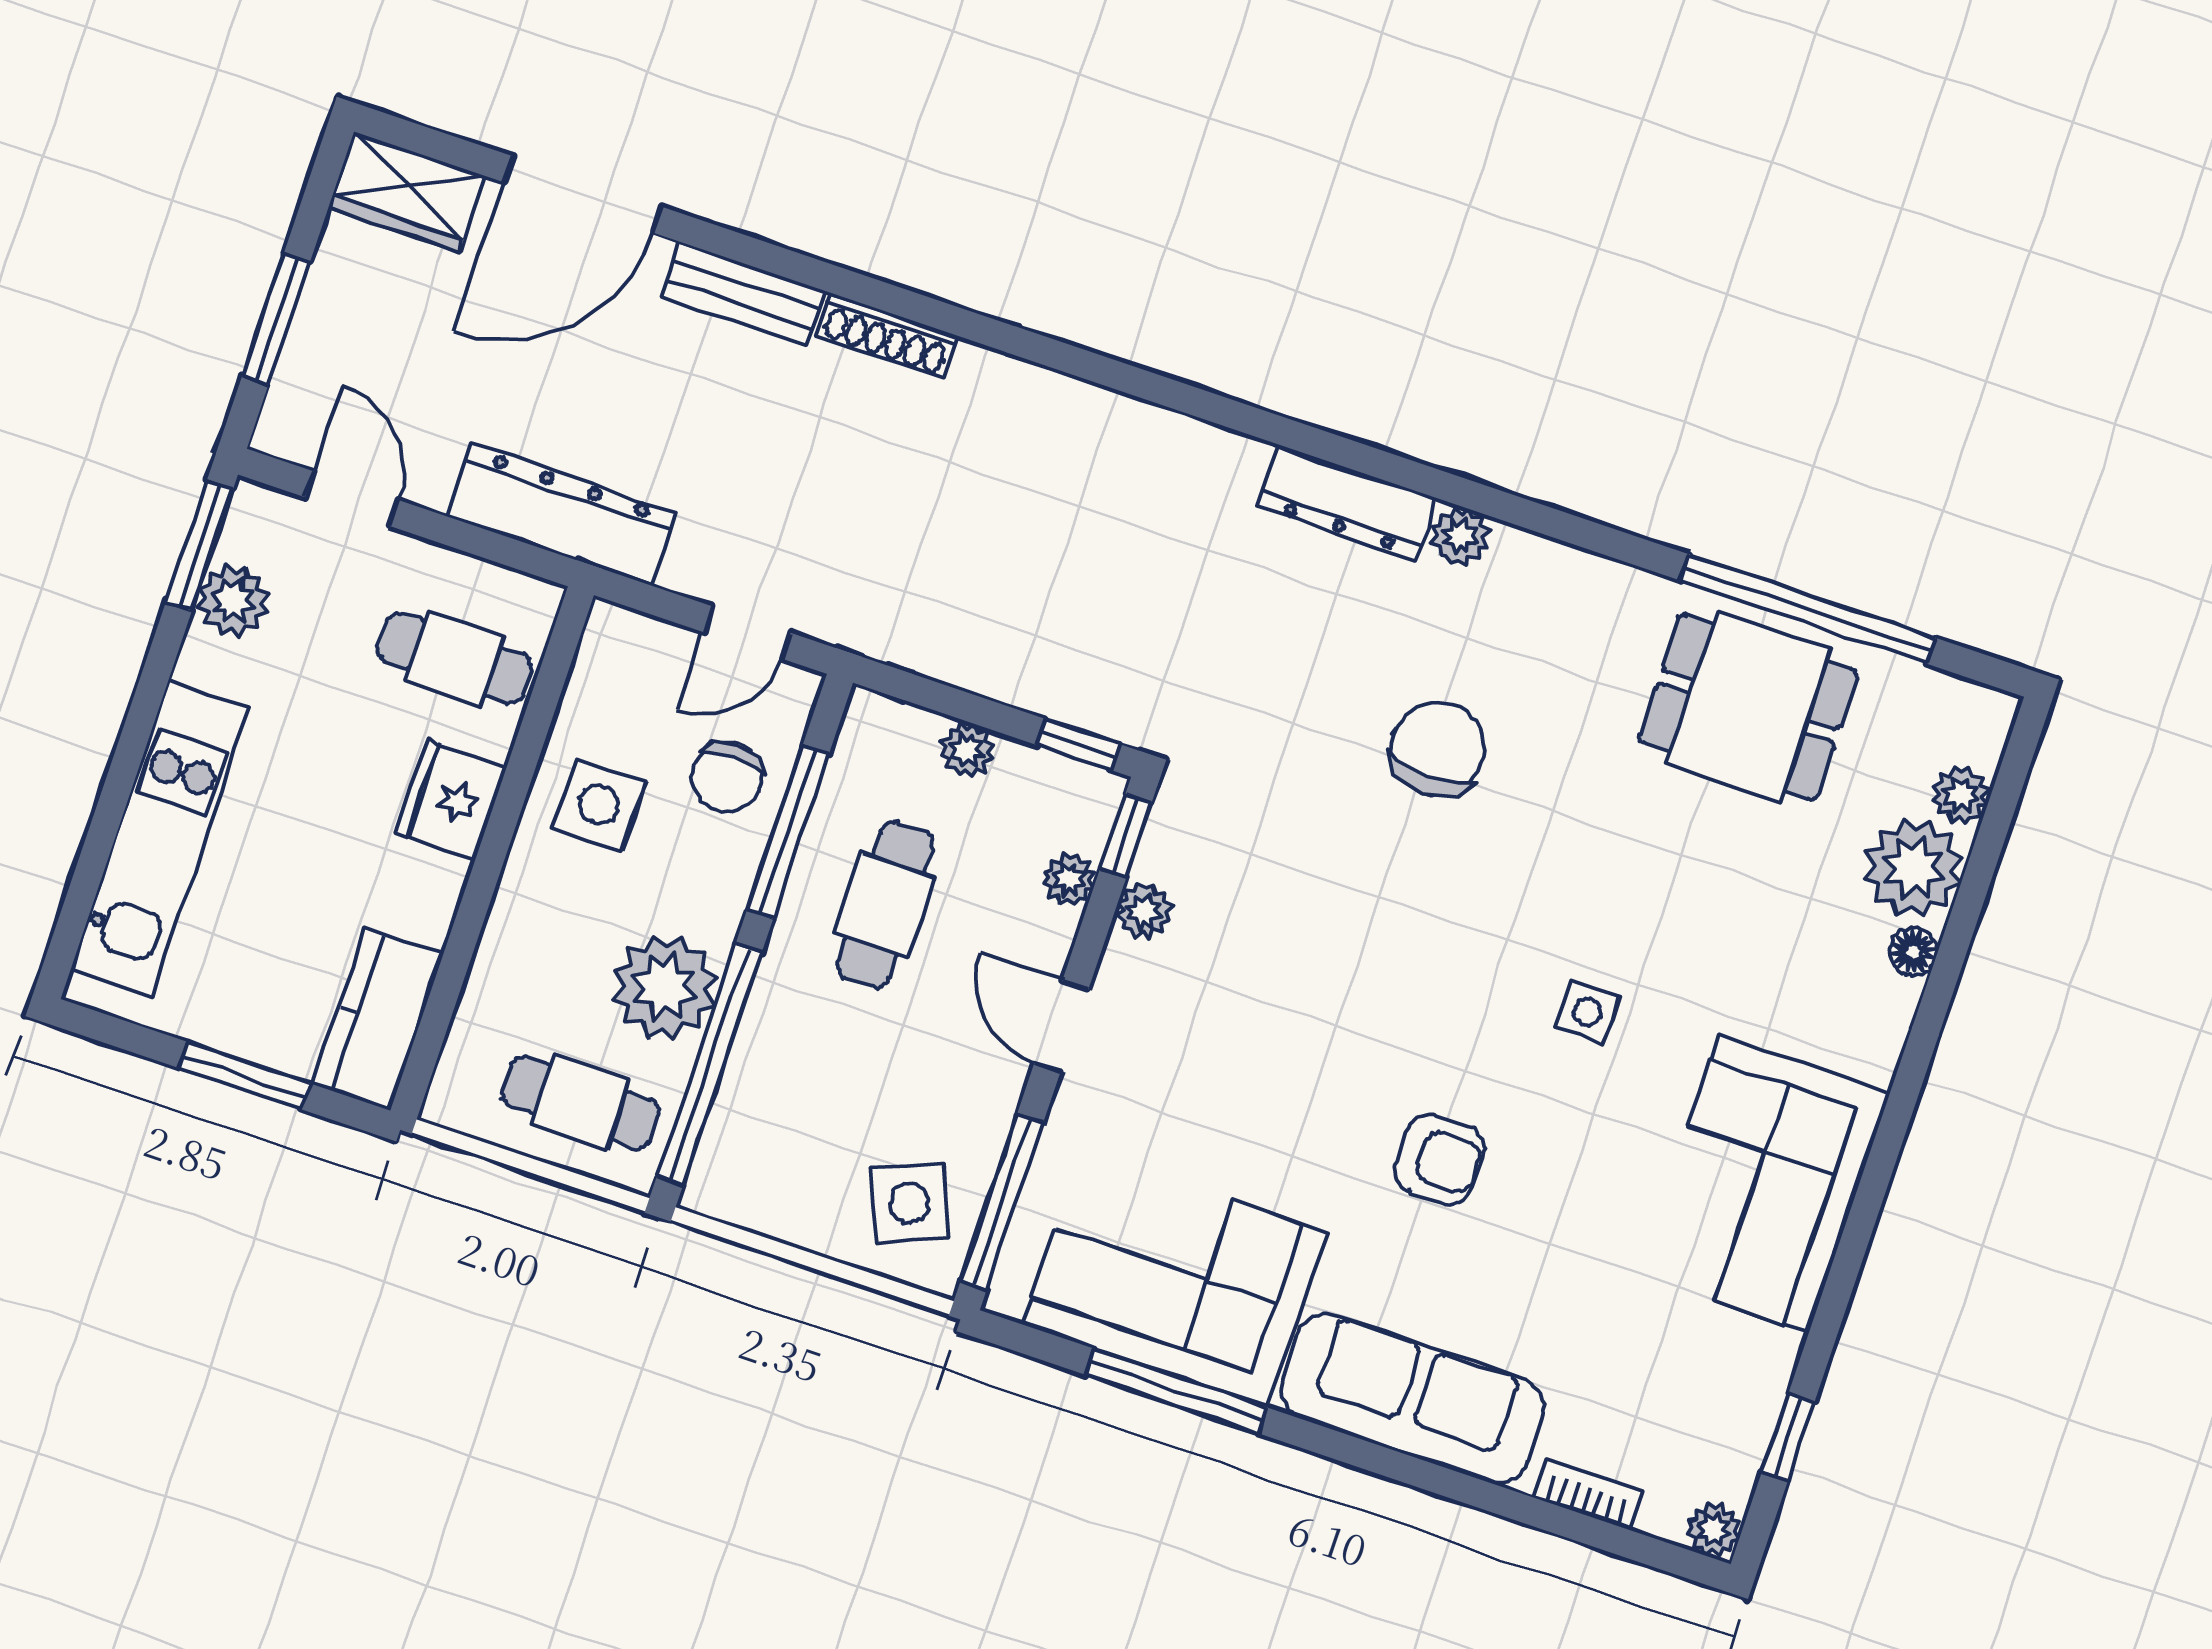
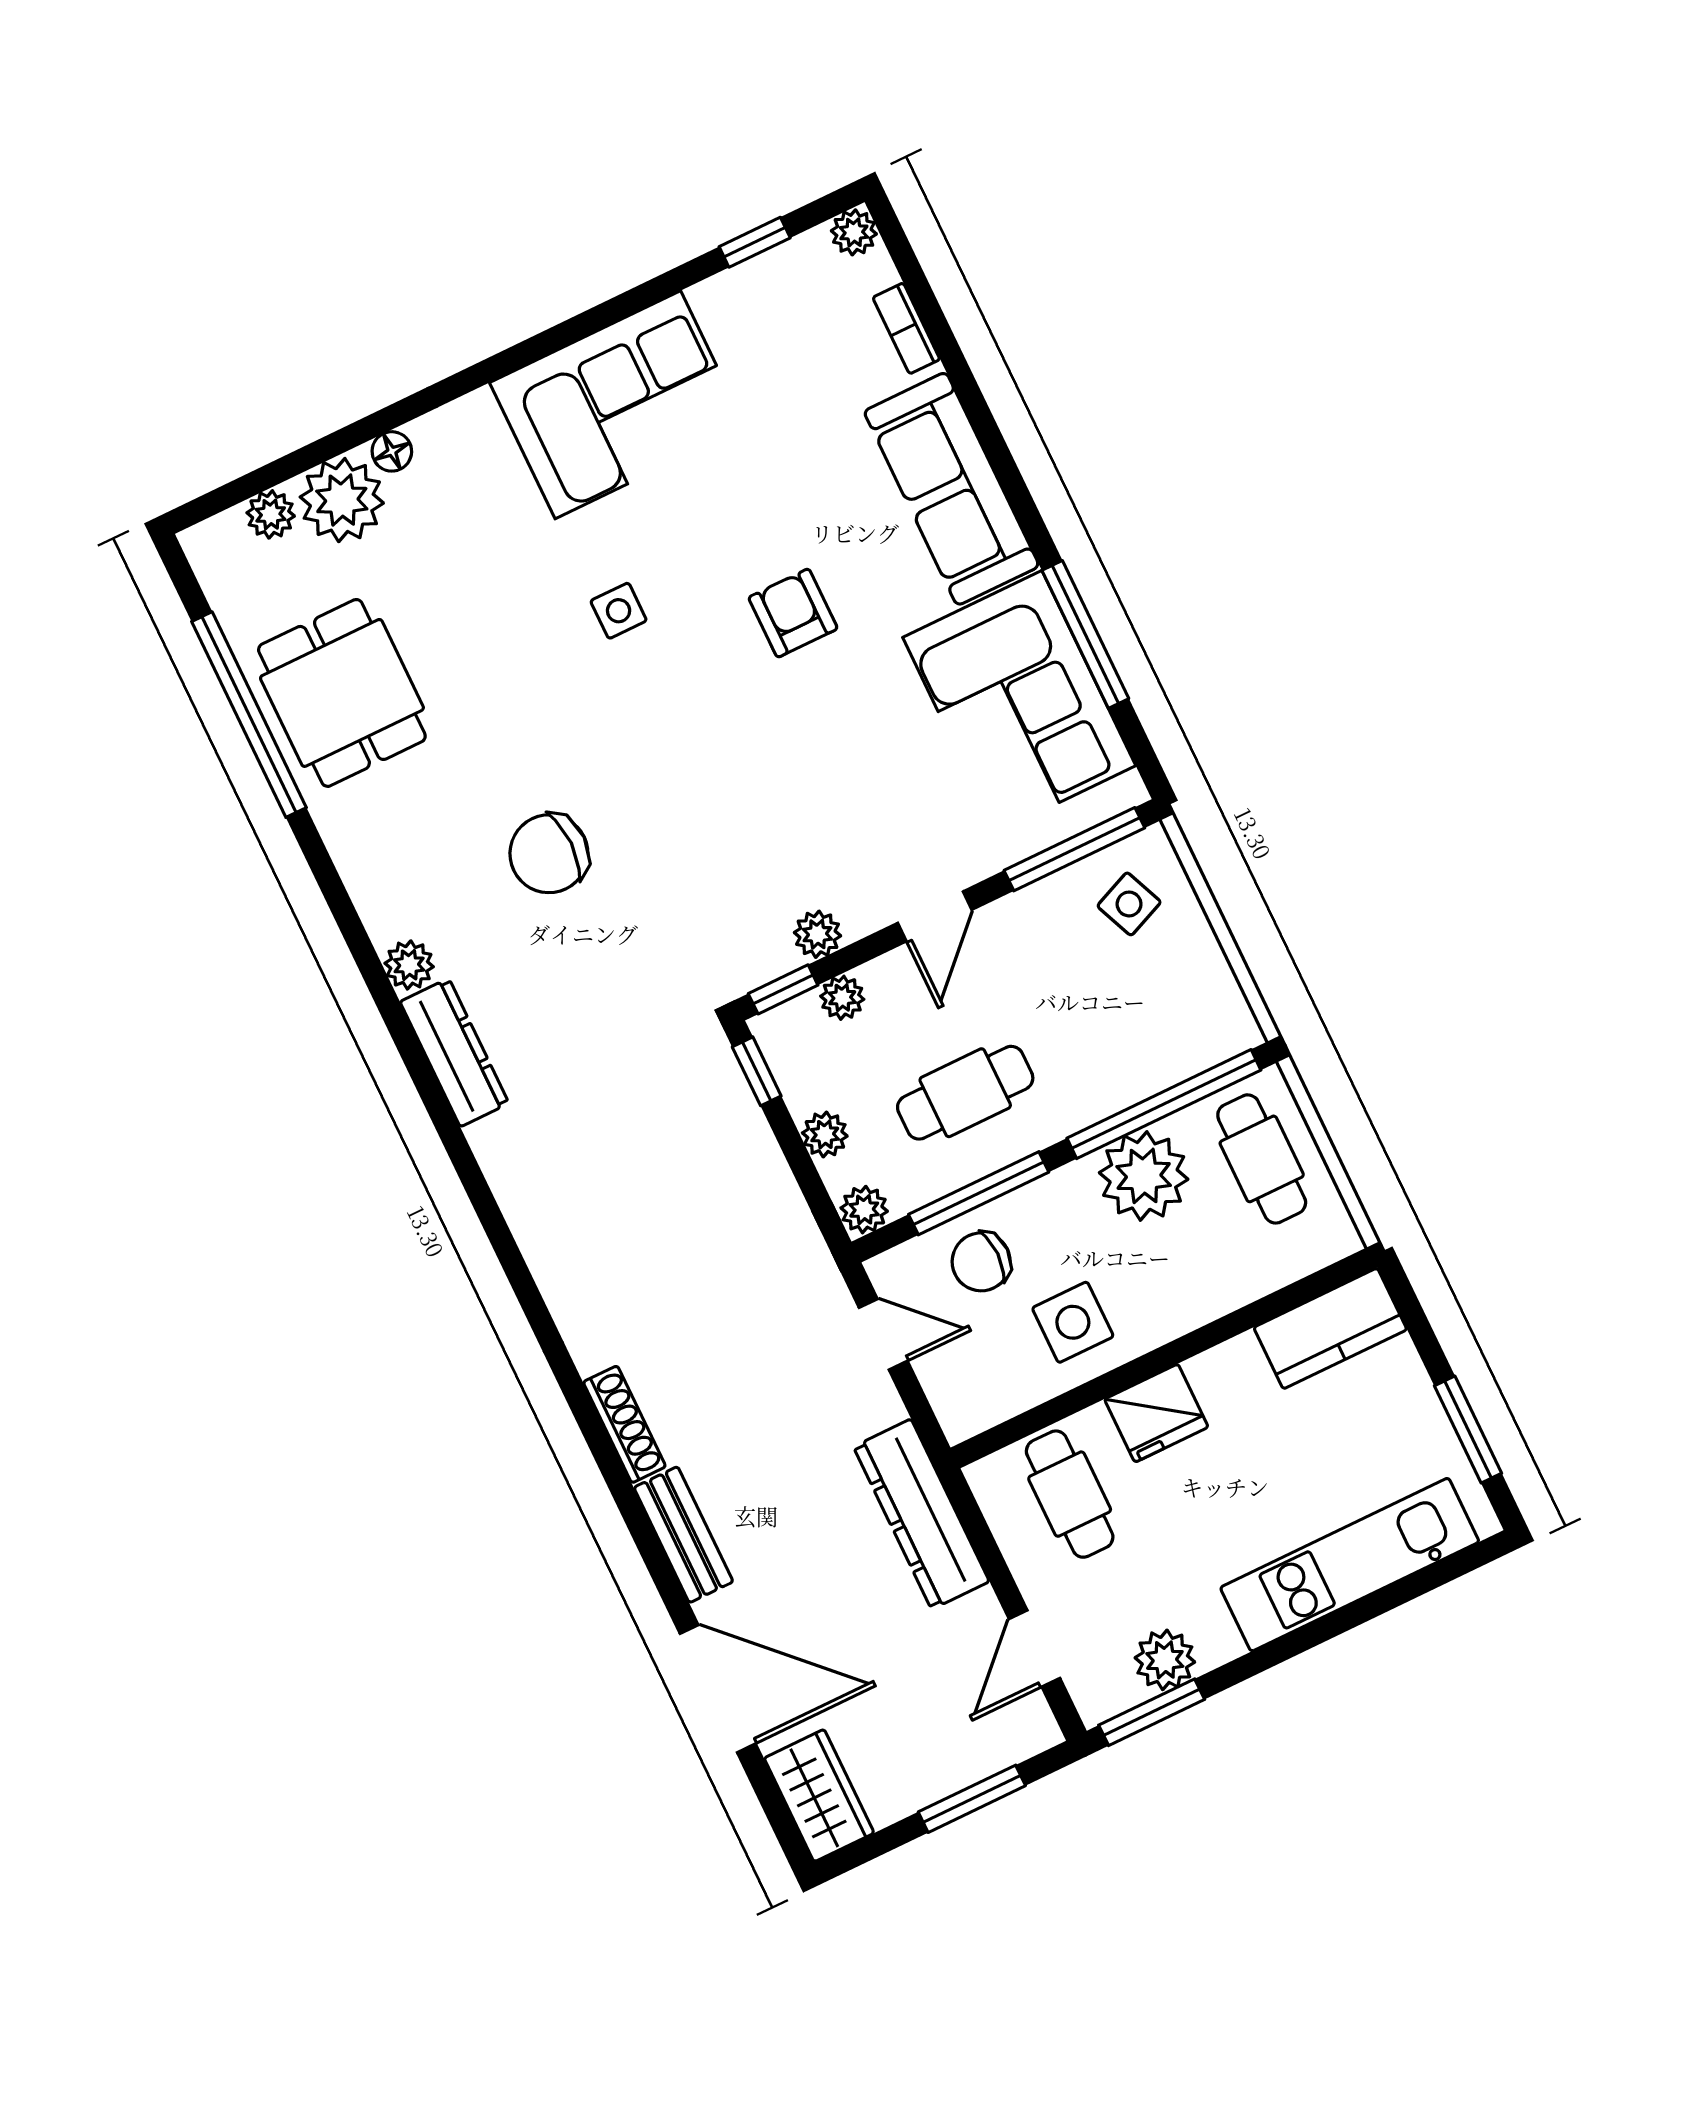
plant: (870, 721) -> (864, 1210), added
chair: (727, 777) -> (981, 1262), turned 180
window: (244, 1076) -> (1468, 1430), moved
side table: (909, 1203) -> (1129, 904), width x0.73, depth x0.73

